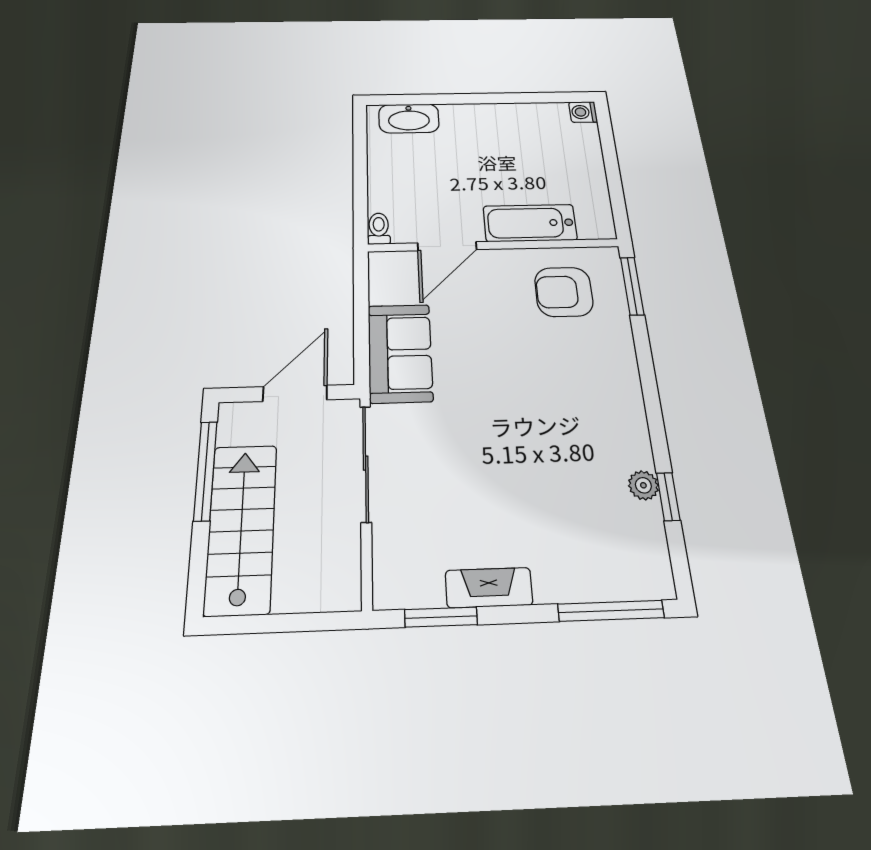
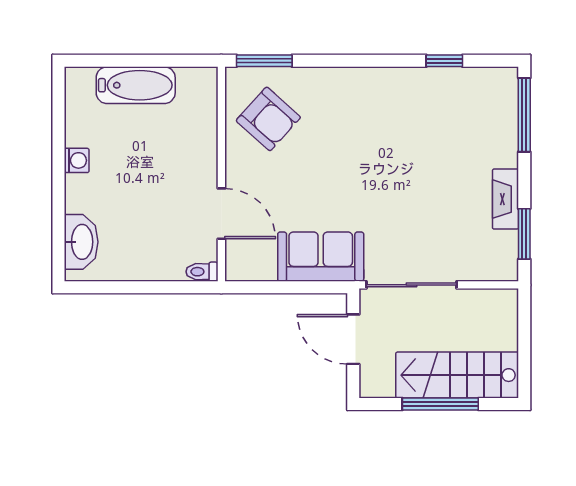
washing machine: (583, 112) -> (77, 160), moved, turned -90
bathtub: (530, 223) -> (136, 85), moved, turned -90
armchair: (564, 292) -> (268, 119), turned -48
window: (205, 470) -> (440, 404), moved
plant: (643, 485) -> (435, 78), removed

